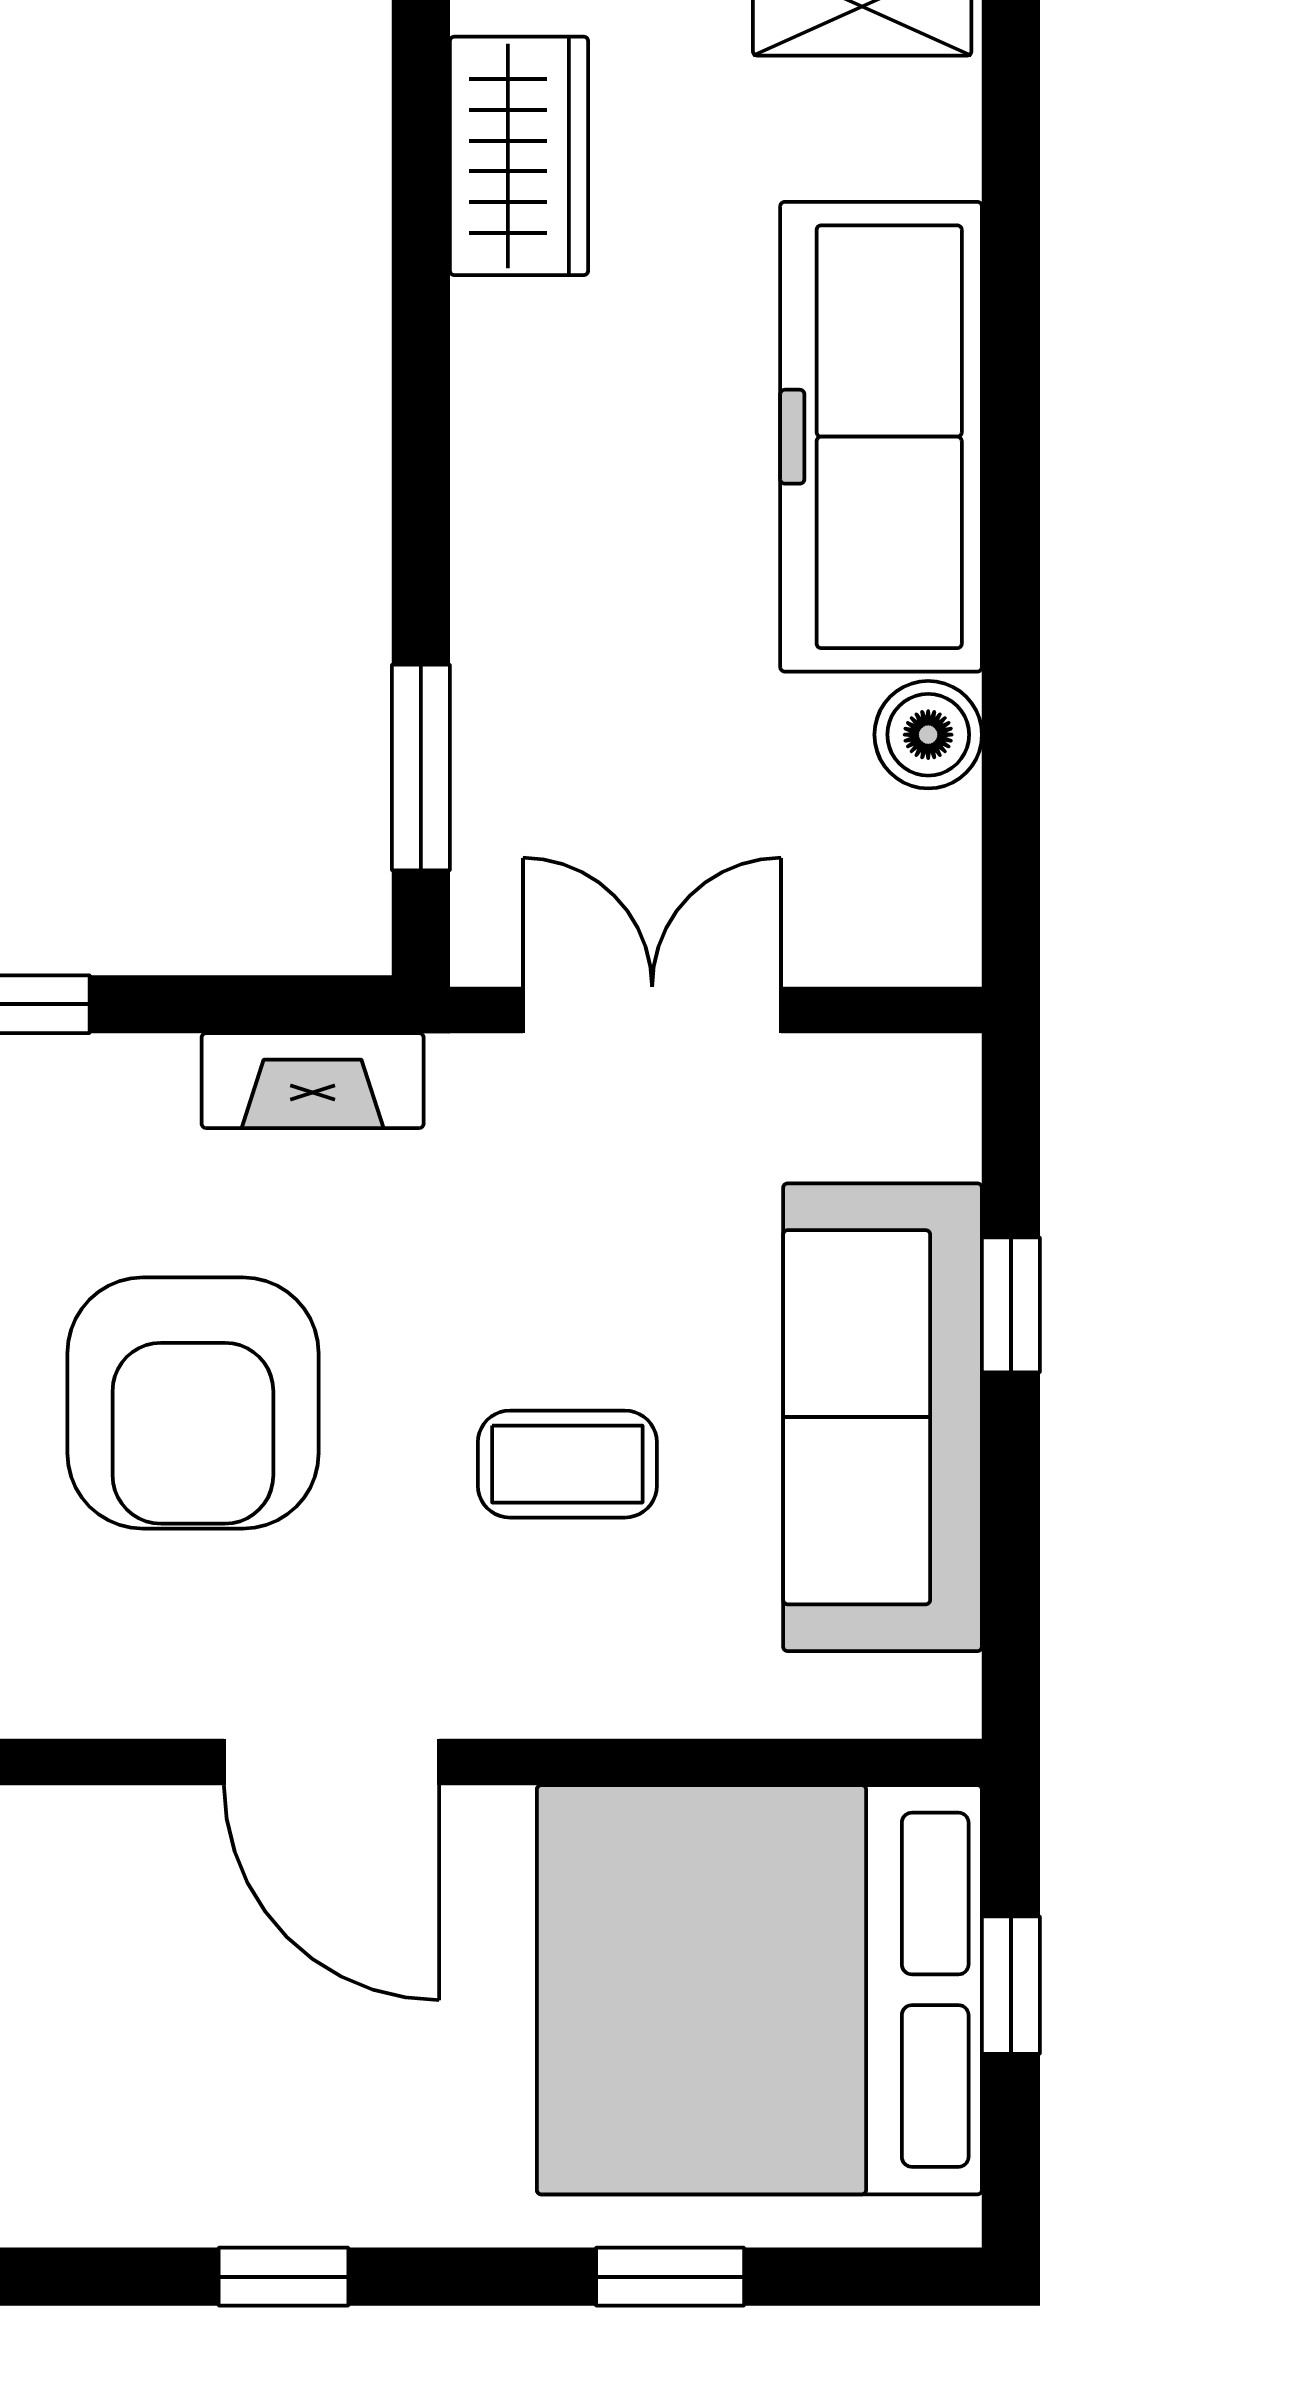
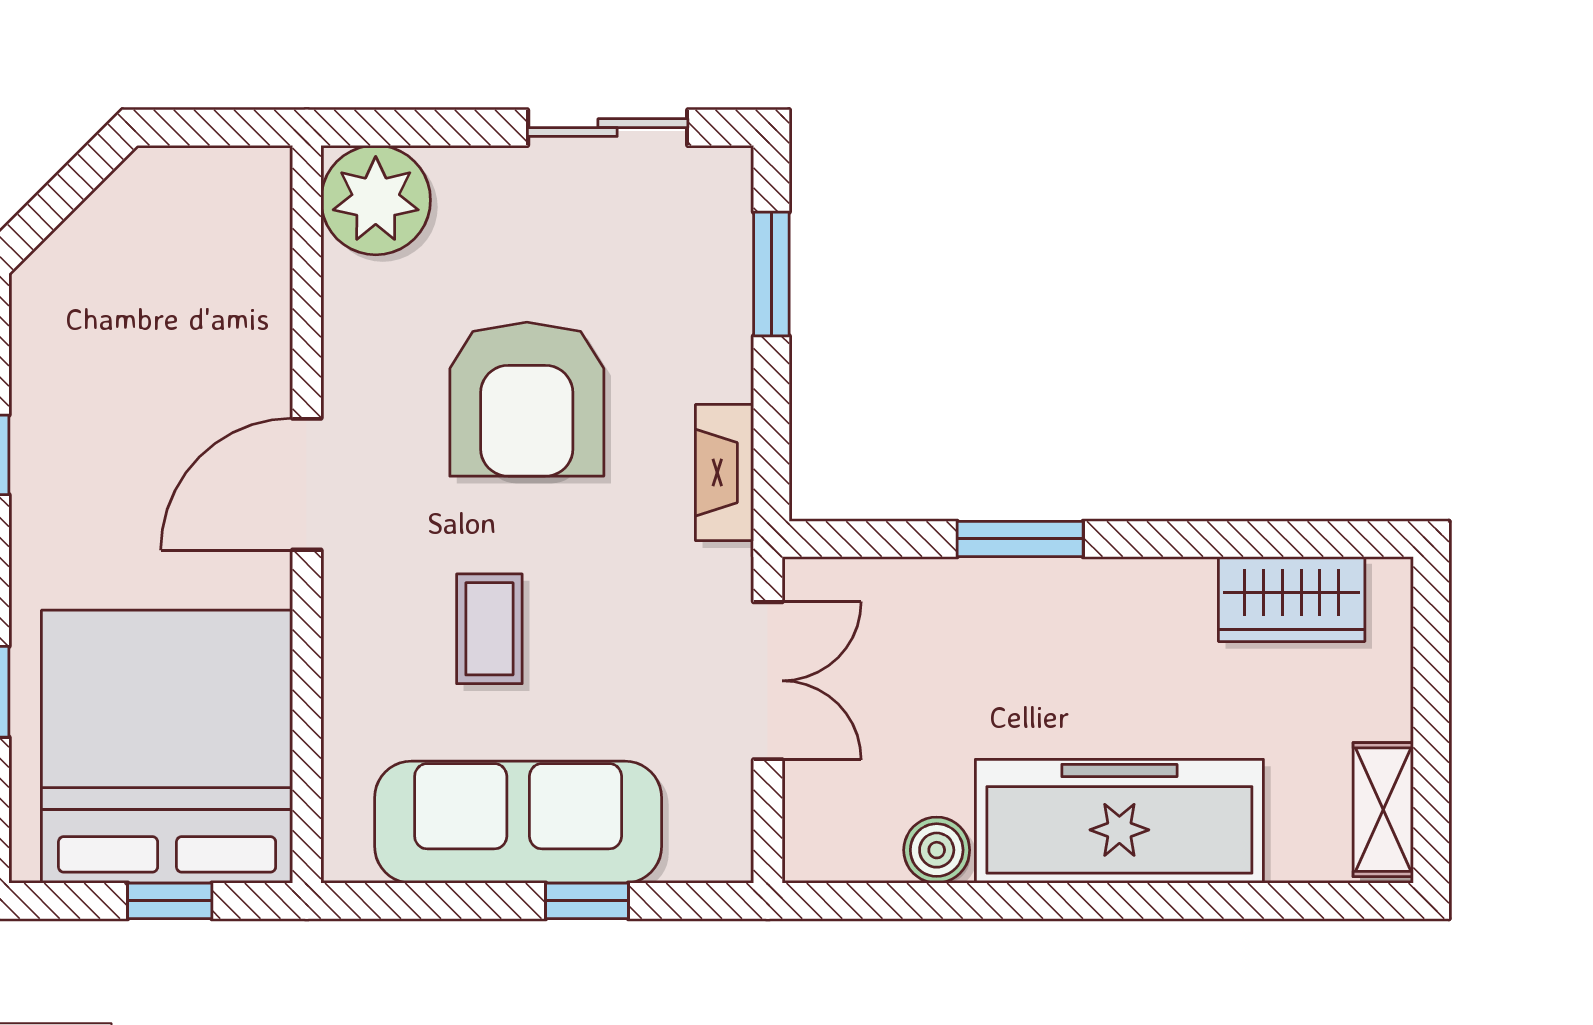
window: (421, 767) -> (1020, 539), moved
armchair: (193, 1403) -> (527, 399), turned -90

